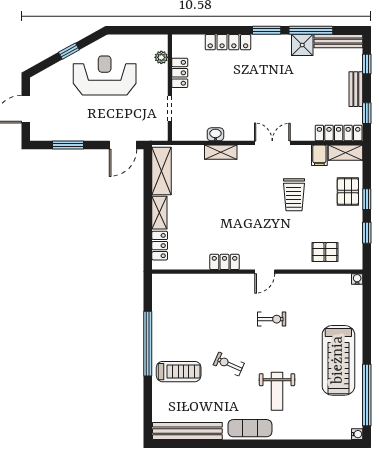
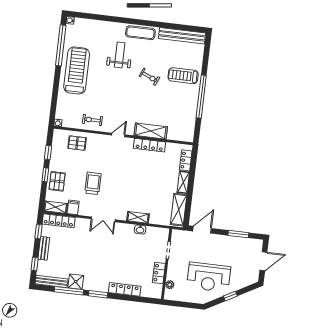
locker: (225, 262) -> (149, 145), width x1.53
shelving: (217, 283) -> (151, 131), added
exercise bike: (272, 319) -> (92, 120), moved

